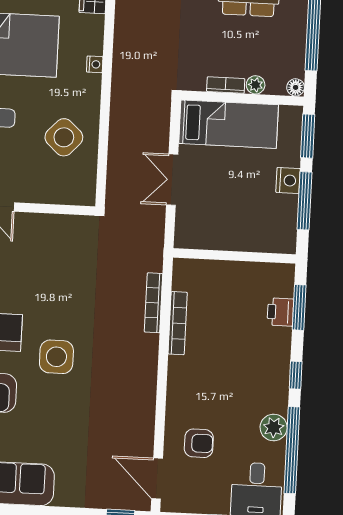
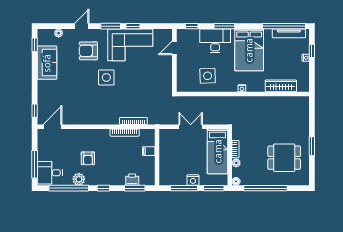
side table: (64, 137) -> (208, 76), turned 45
filing cabinet: (220, 273) -> (149, 151), added
armchair: (199, 443) -> (88, 158), moved

